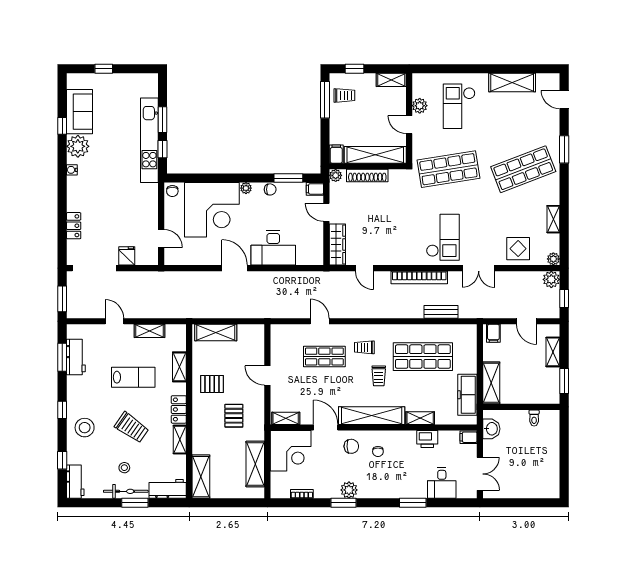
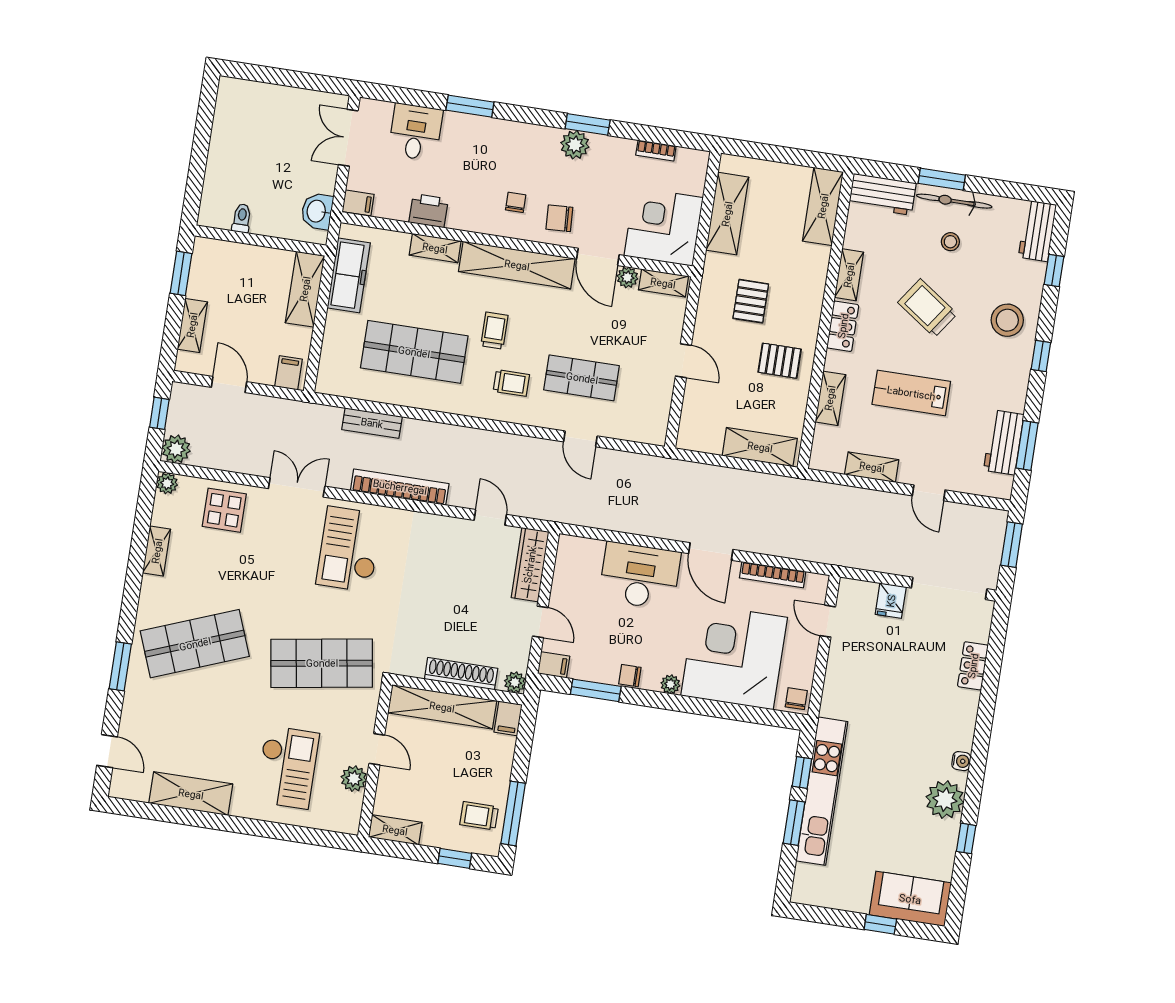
sofa: (79, 112) -> (910, 899), moved, turned 90
bookcase: (197, 260) -> (773, 575), added
plant: (307, 418) -> (627, 277), added

